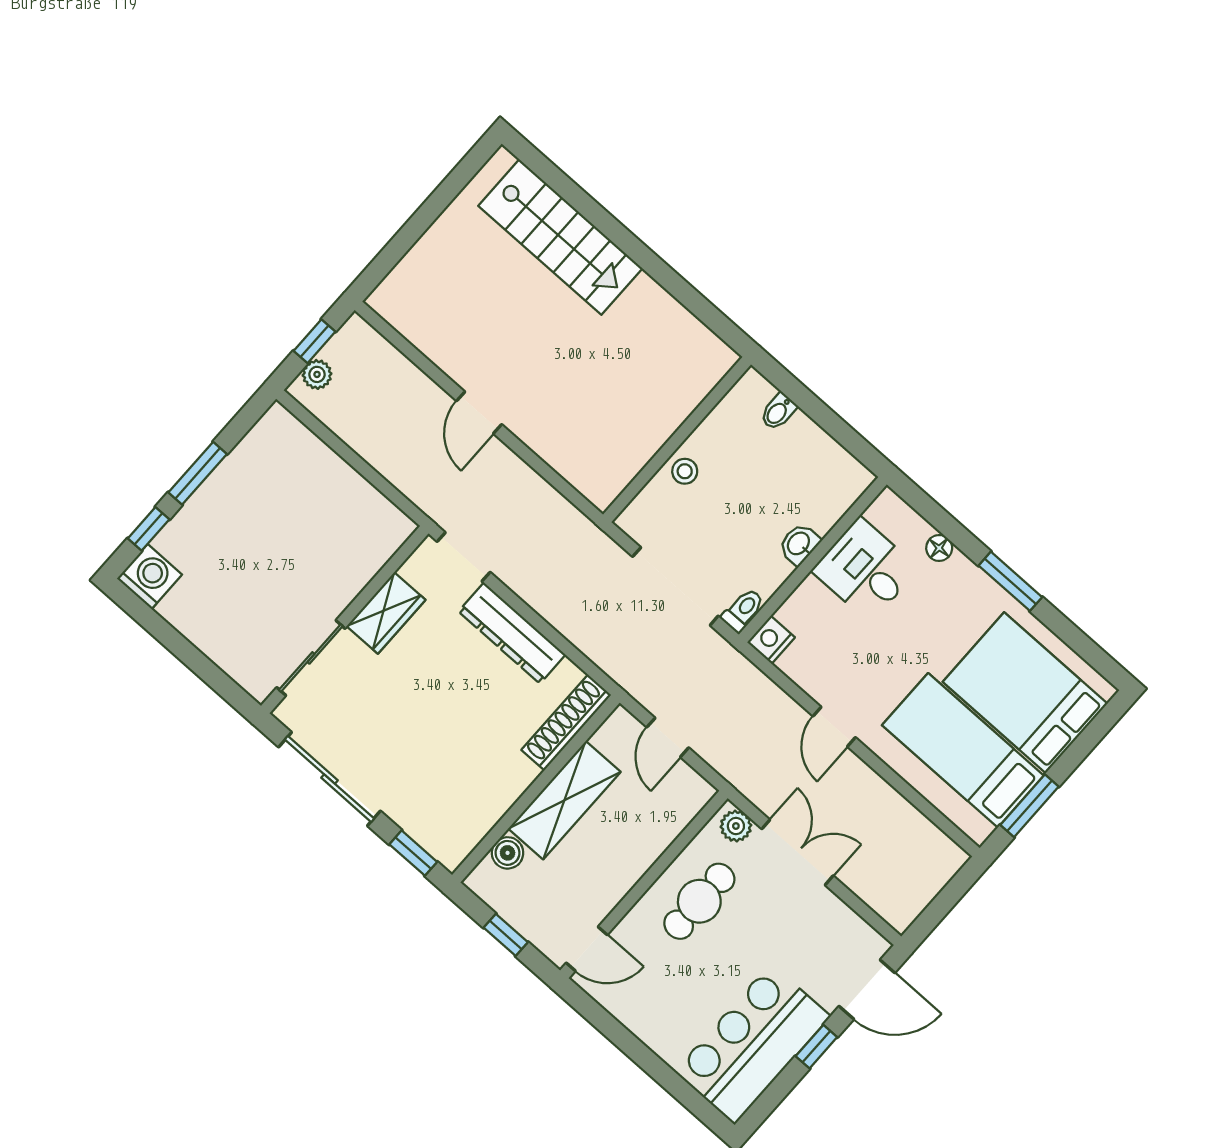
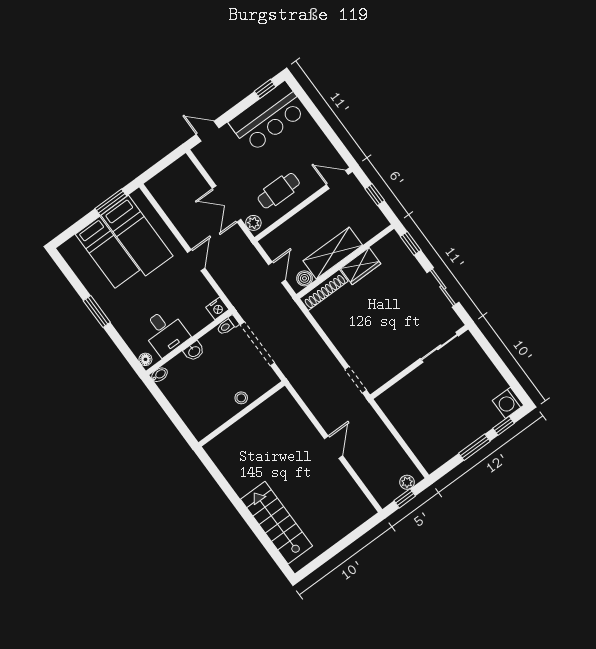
bidet: (778, 412) -> (159, 375), moved
floor lamp: (939, 548) -> (145, 359), moved
wardrobe: (386, 613) -> (361, 266), moved, turned 180
dresser: (512, 633) -> (341, 338), removed
bed: (1025, 693) -> (107, 252), width x0.67
sliding door: (330, 779) -> (443, 287), width x0.73
boiler: (508, 853) -> (304, 278), moved
door: (867, 990) -> (208, 131), width x0.73
window: (816, 1047) -> (265, 89), moved

